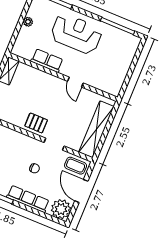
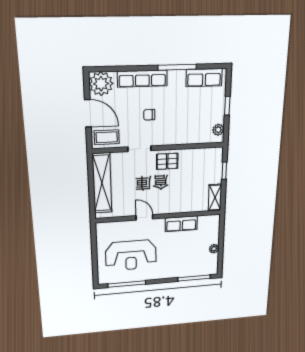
reception desk: (76, 34) -> (131, 255), moved

